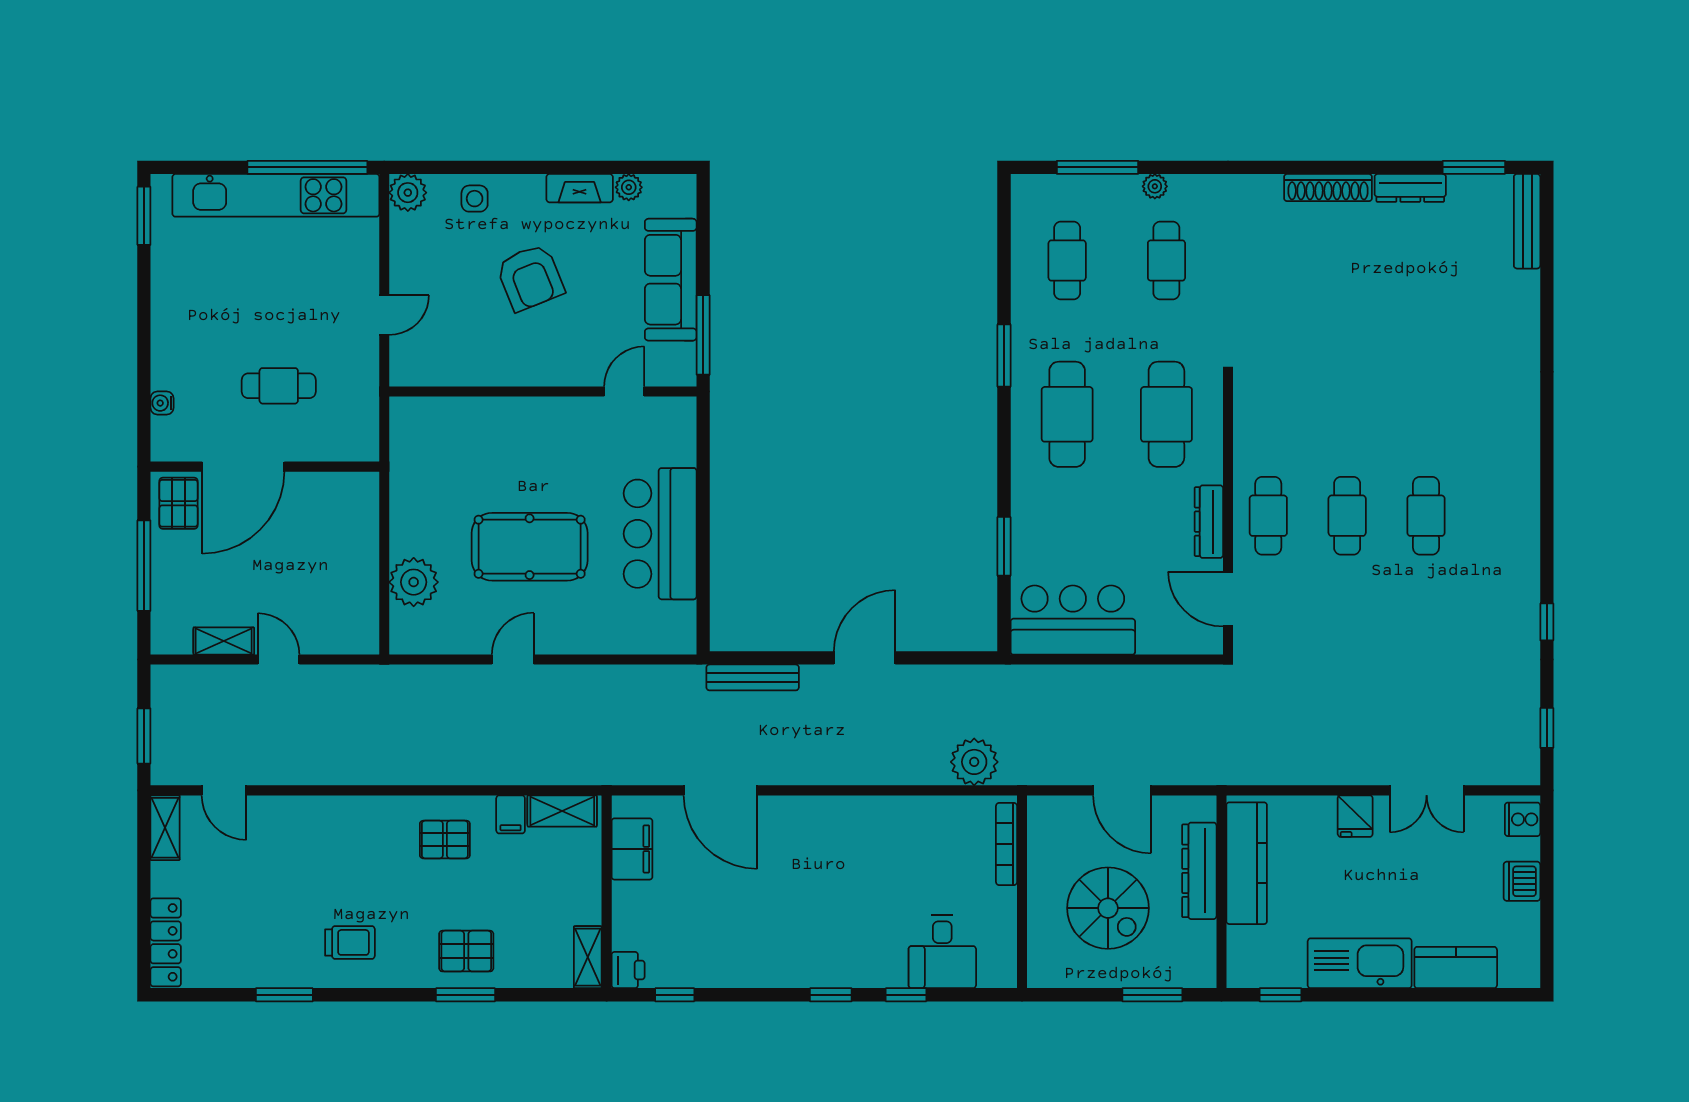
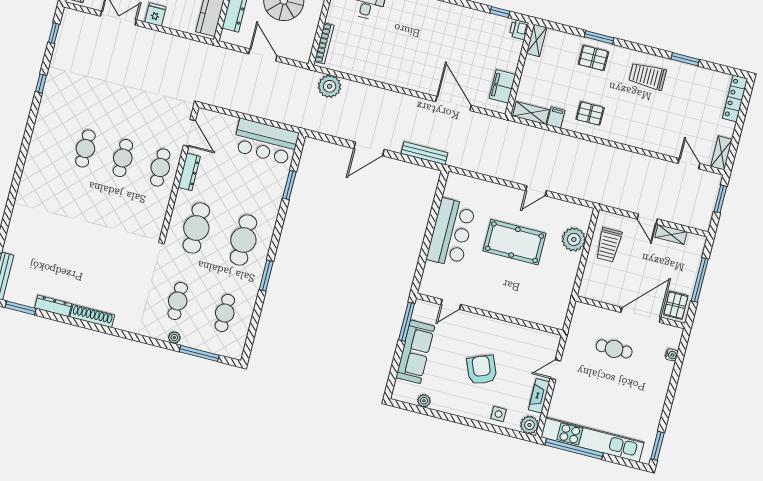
fireplace: (580, 188) -> (539, 396), moved, turned -90
trolley: (342, 589) -> (609, 245), added
trolley: (350, 942) -> (648, 76), width x1.36, depth x1.39

